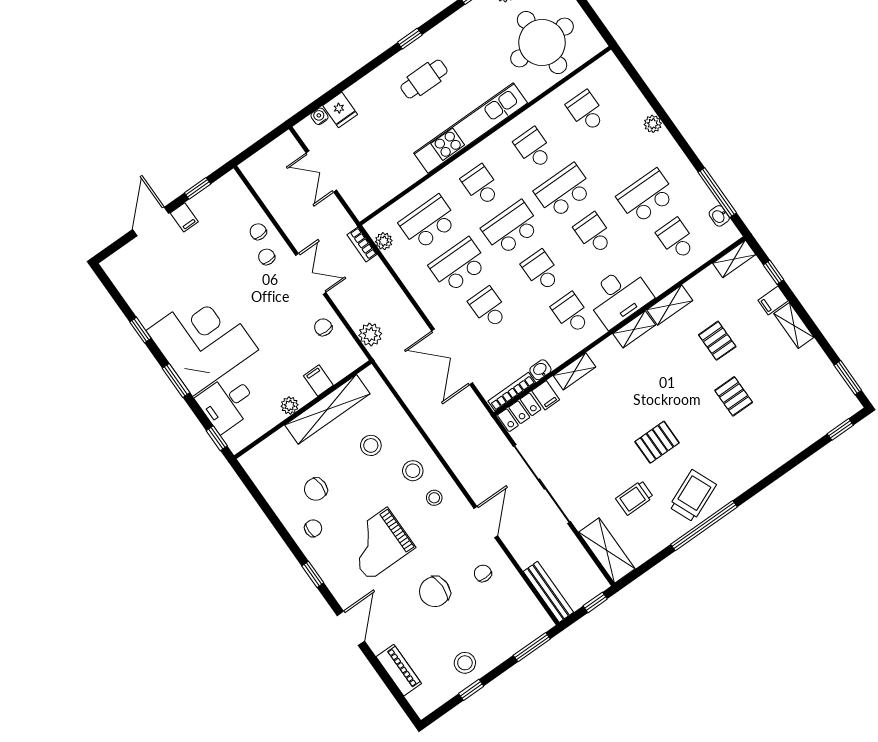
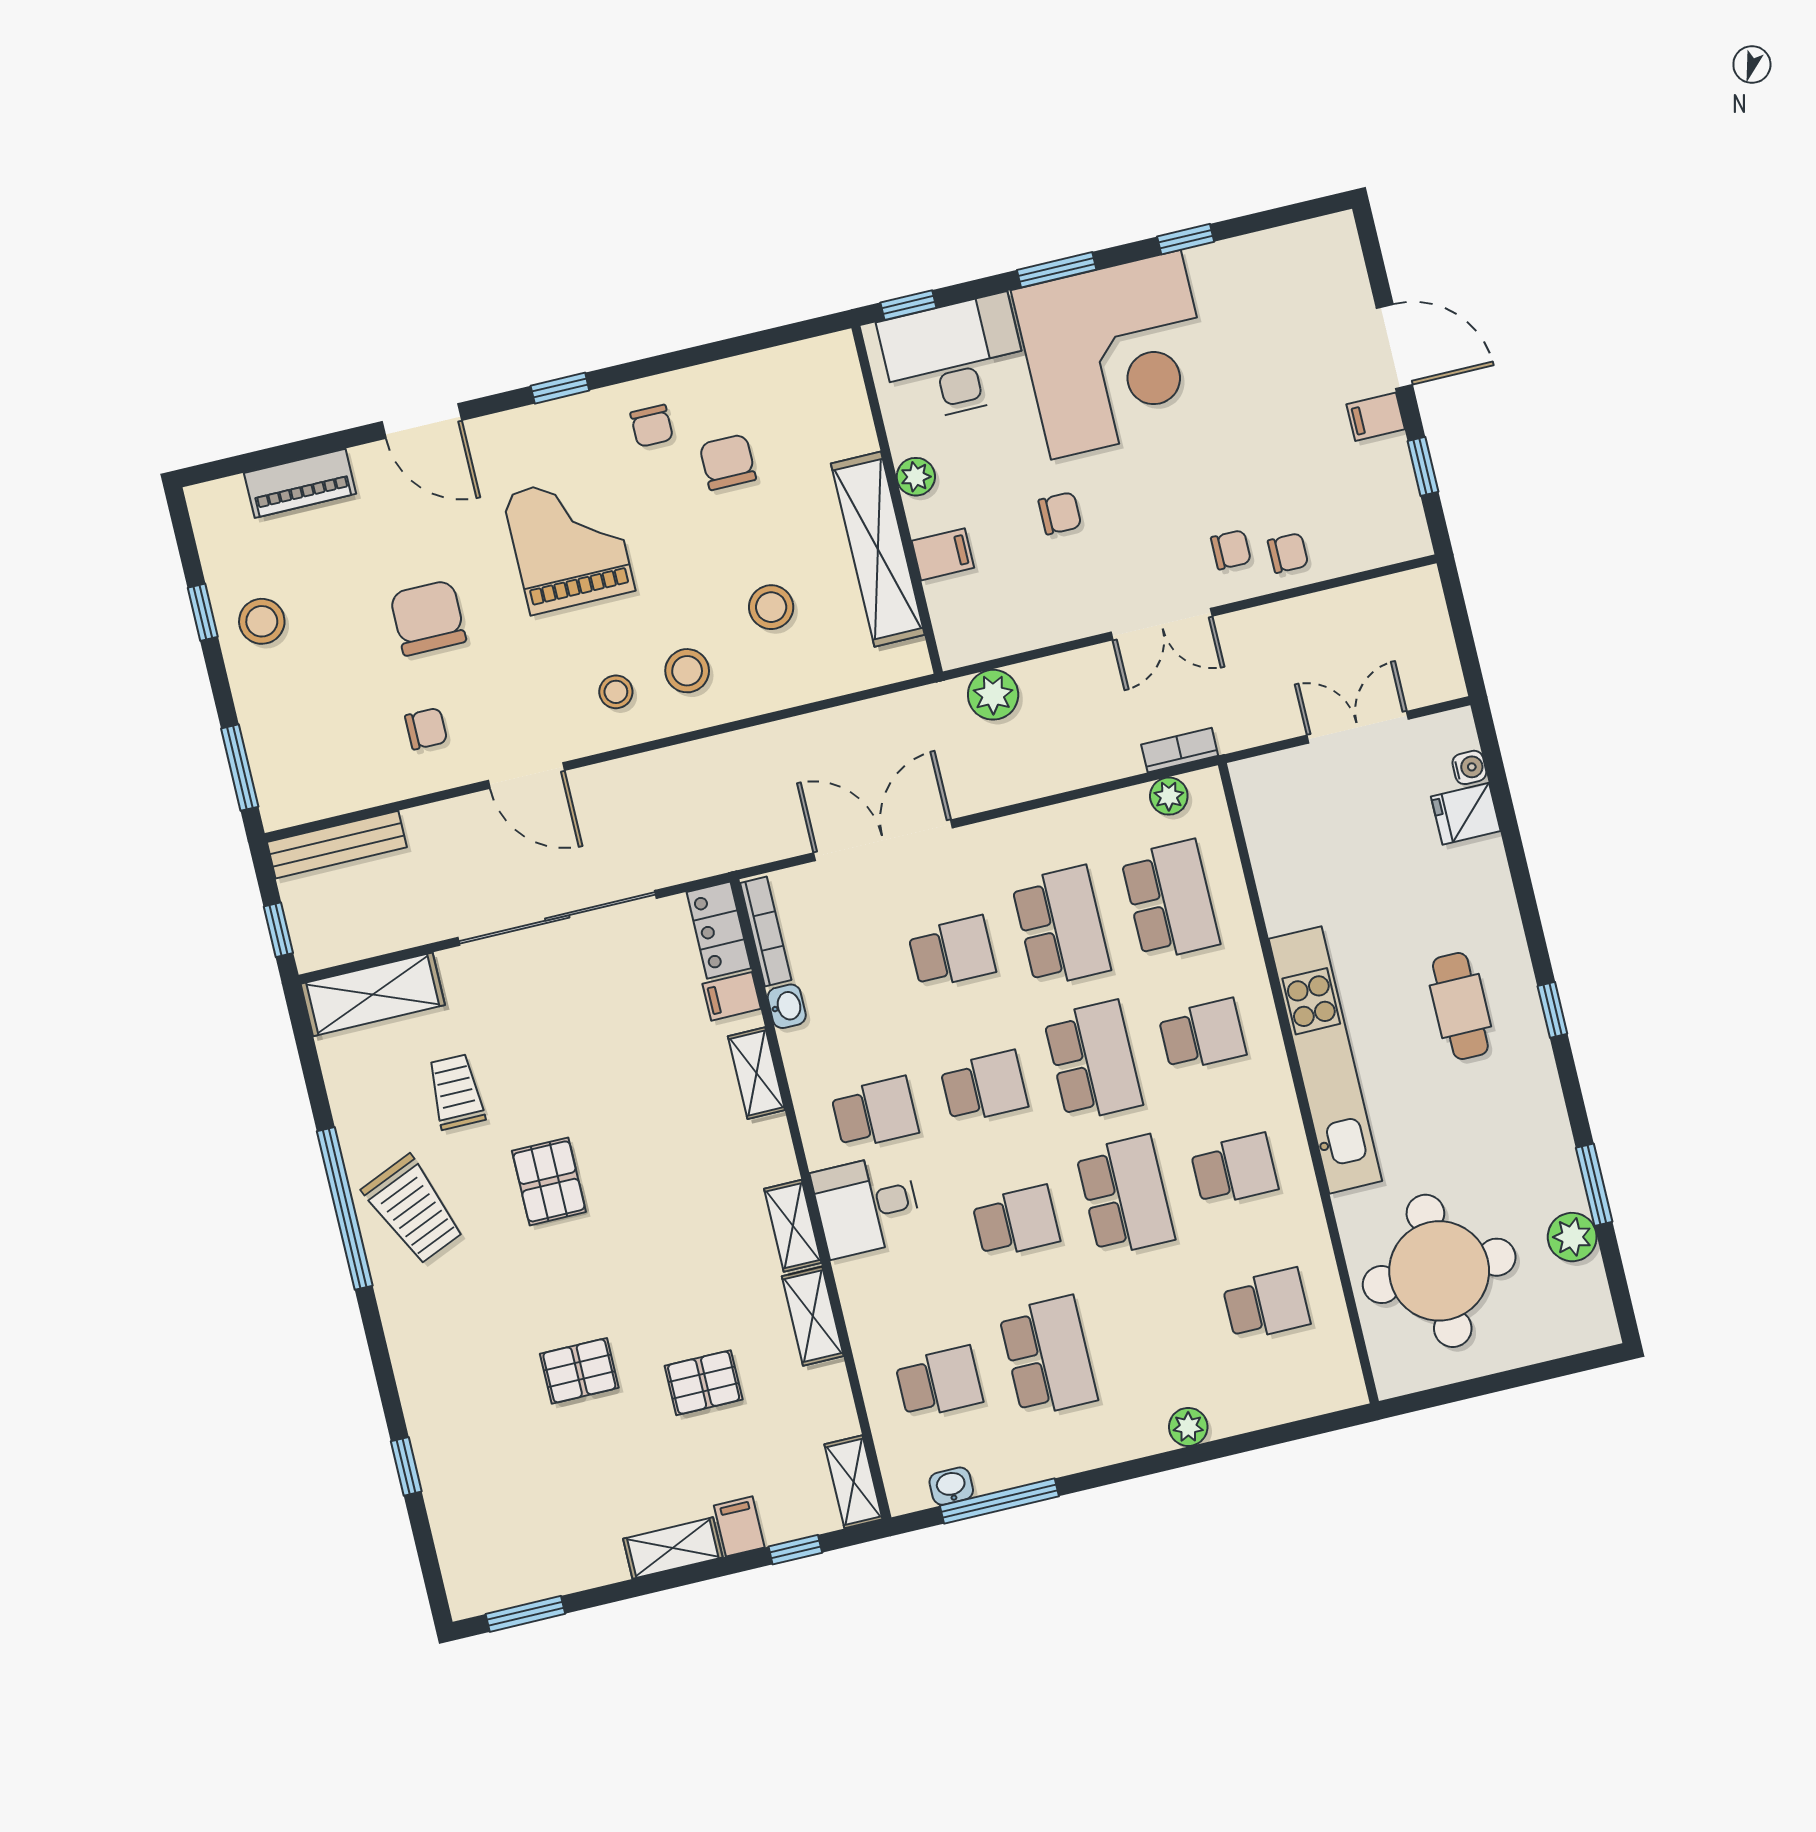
desk: (619, 296) -> (867, 1206), width x0.73
chair: (323, 327) -> (1060, 513), moved
desk: (227, 403) -> (954, 358), width x1.37
window: (840, 429) -> (406, 1466), moved

